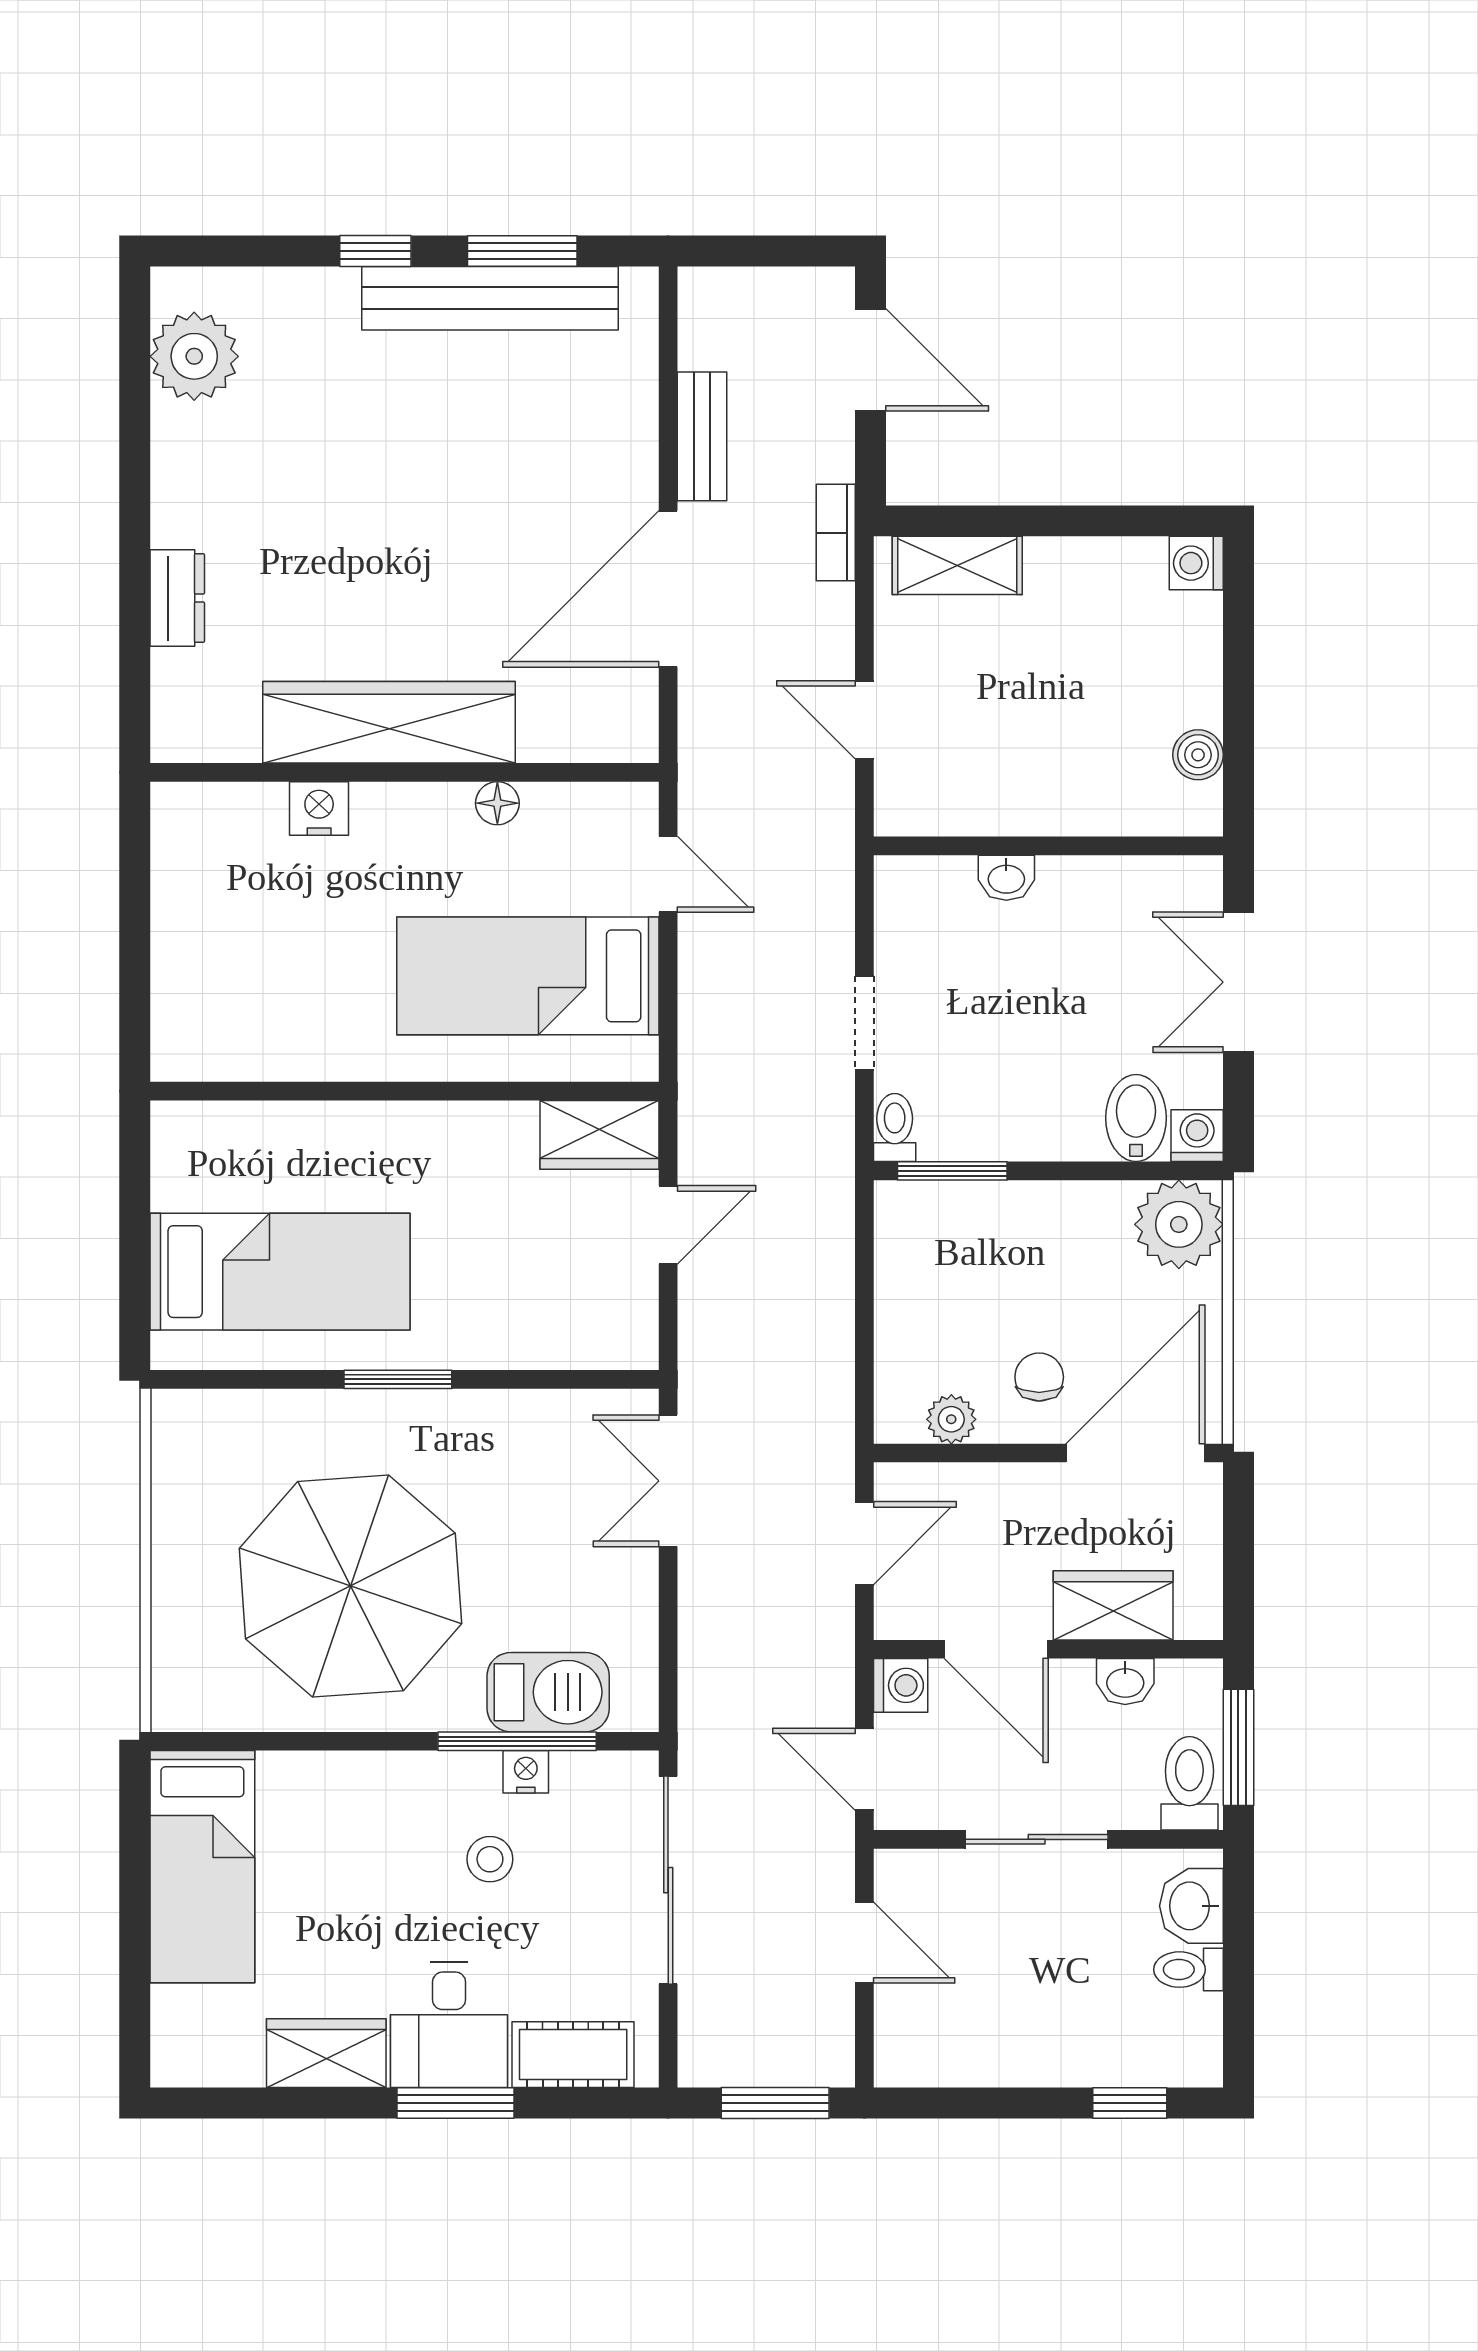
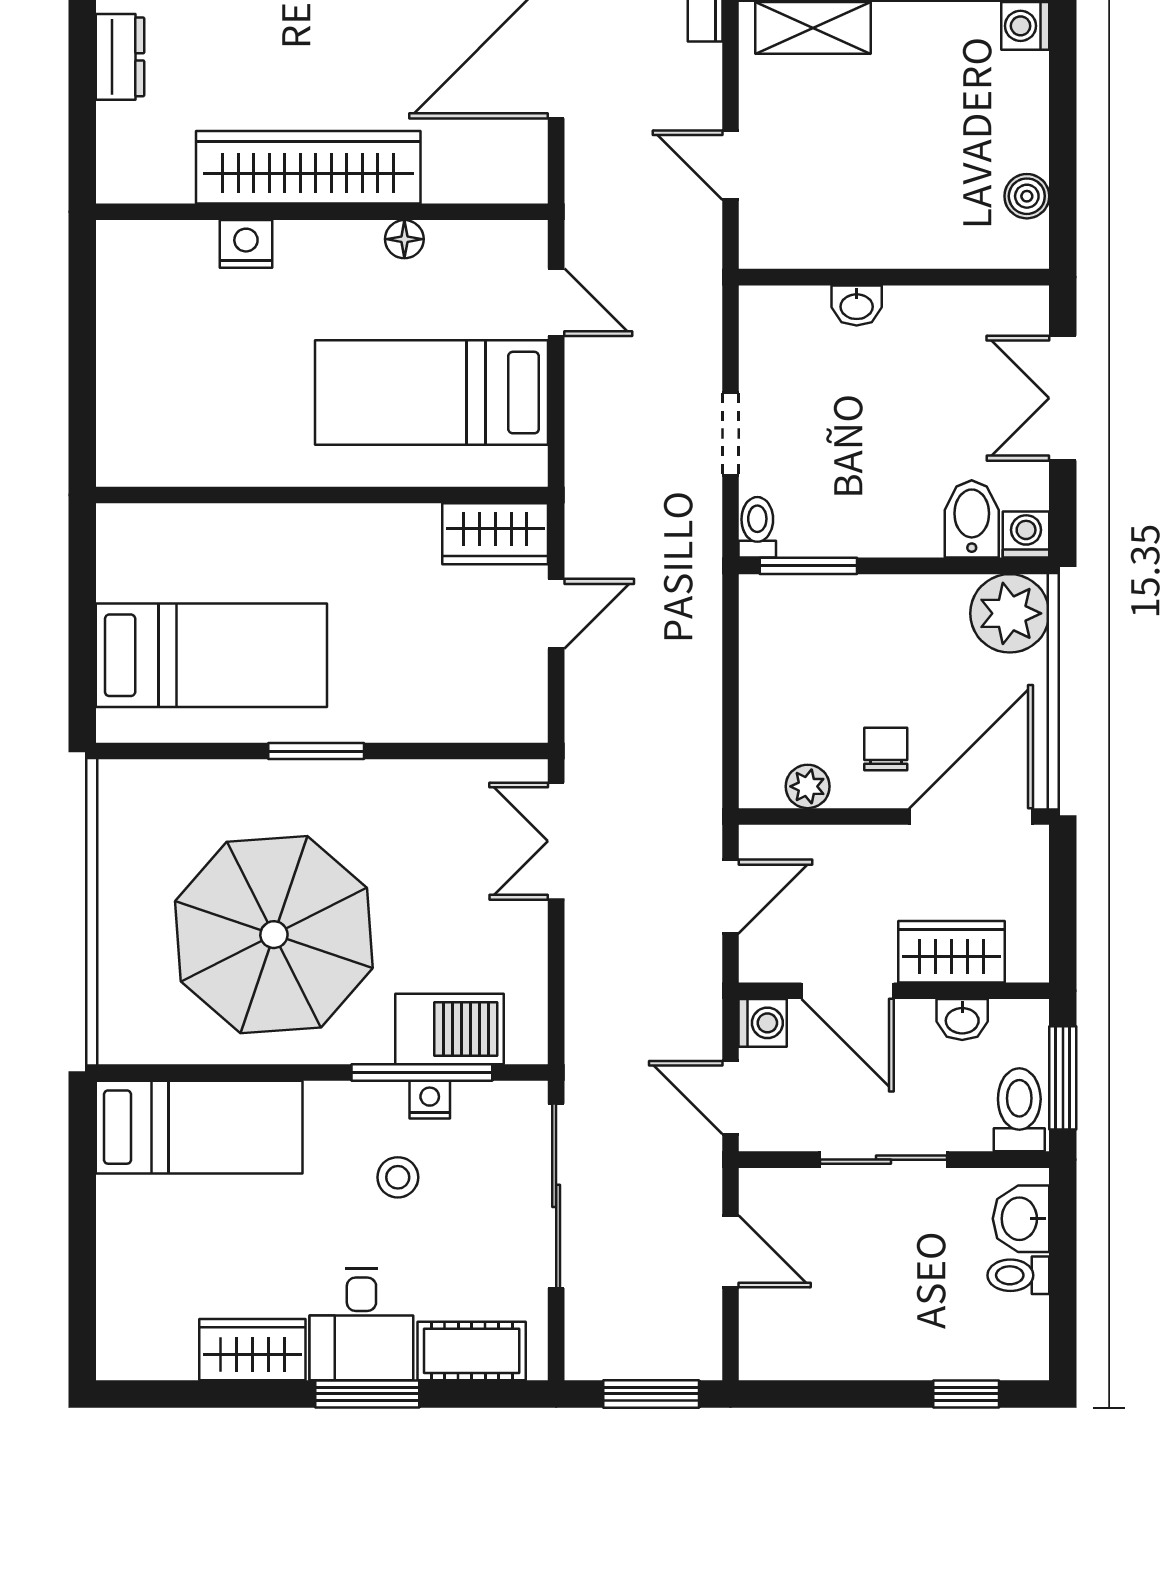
bed: (202, 1867) -> (199, 1127), moved, turned -90

